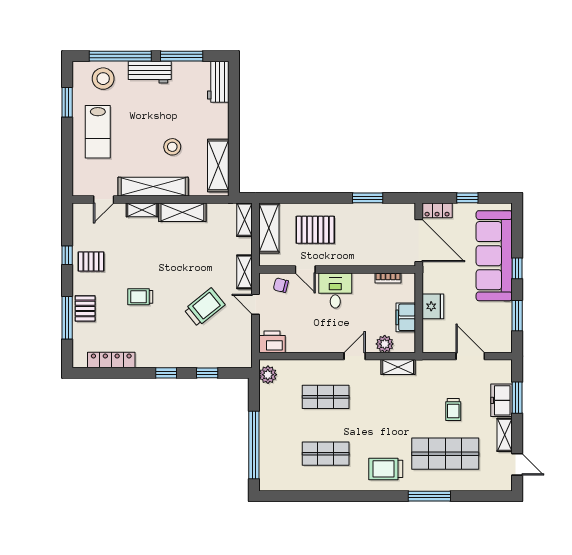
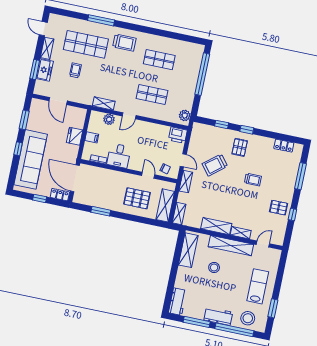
desk: (335, 290) -> (119, 156), moved
pallet: (85, 308) -> (240, 147), moved
filing cabinet: (406, 317) -> (92, 137), width x0.50
locker: (111, 360) -> (284, 146), width x0.66

